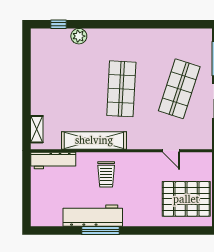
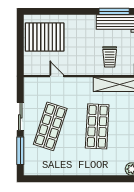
trolley: (106, 174) -> (110, 57), turned 180

